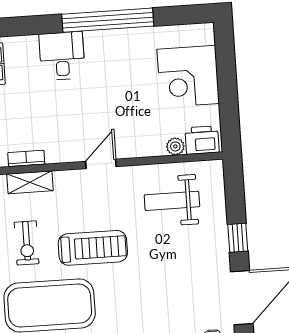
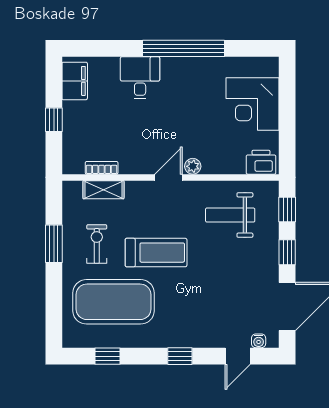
plant: (175, 146) -> (193, 166), moved
window: (234, 190) -> (287, 209), added
exercise bike: (27, 243) -> (97, 244), turned 180

